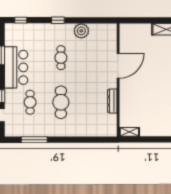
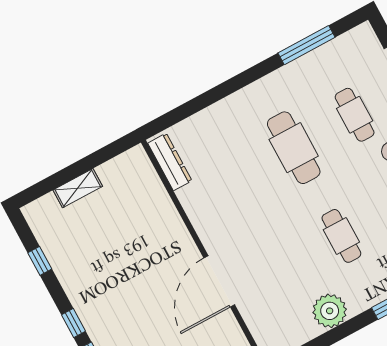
dresser: (112, 101) -> (170, 162), moved
shelving: (129, 132) -> (78, 188), moved

